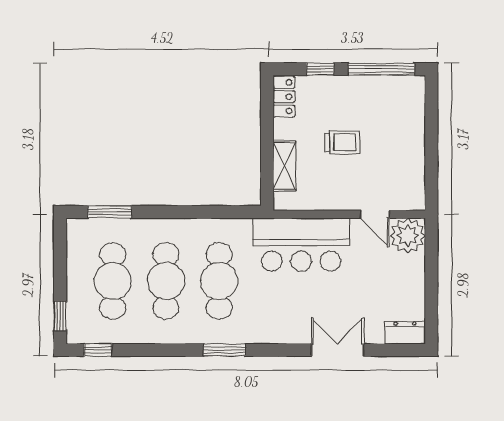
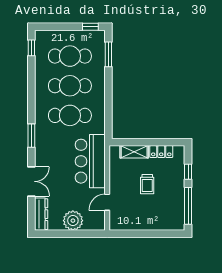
locker: (284, 97) -> (161, 152), moved
plant: (408, 236) -> (73, 221), moved
window: (60, 316) -> (90, 27), moved
dresser: (405, 333) -> (41, 214), width x1.44
window: (225, 350) -> (31, 136), moved

